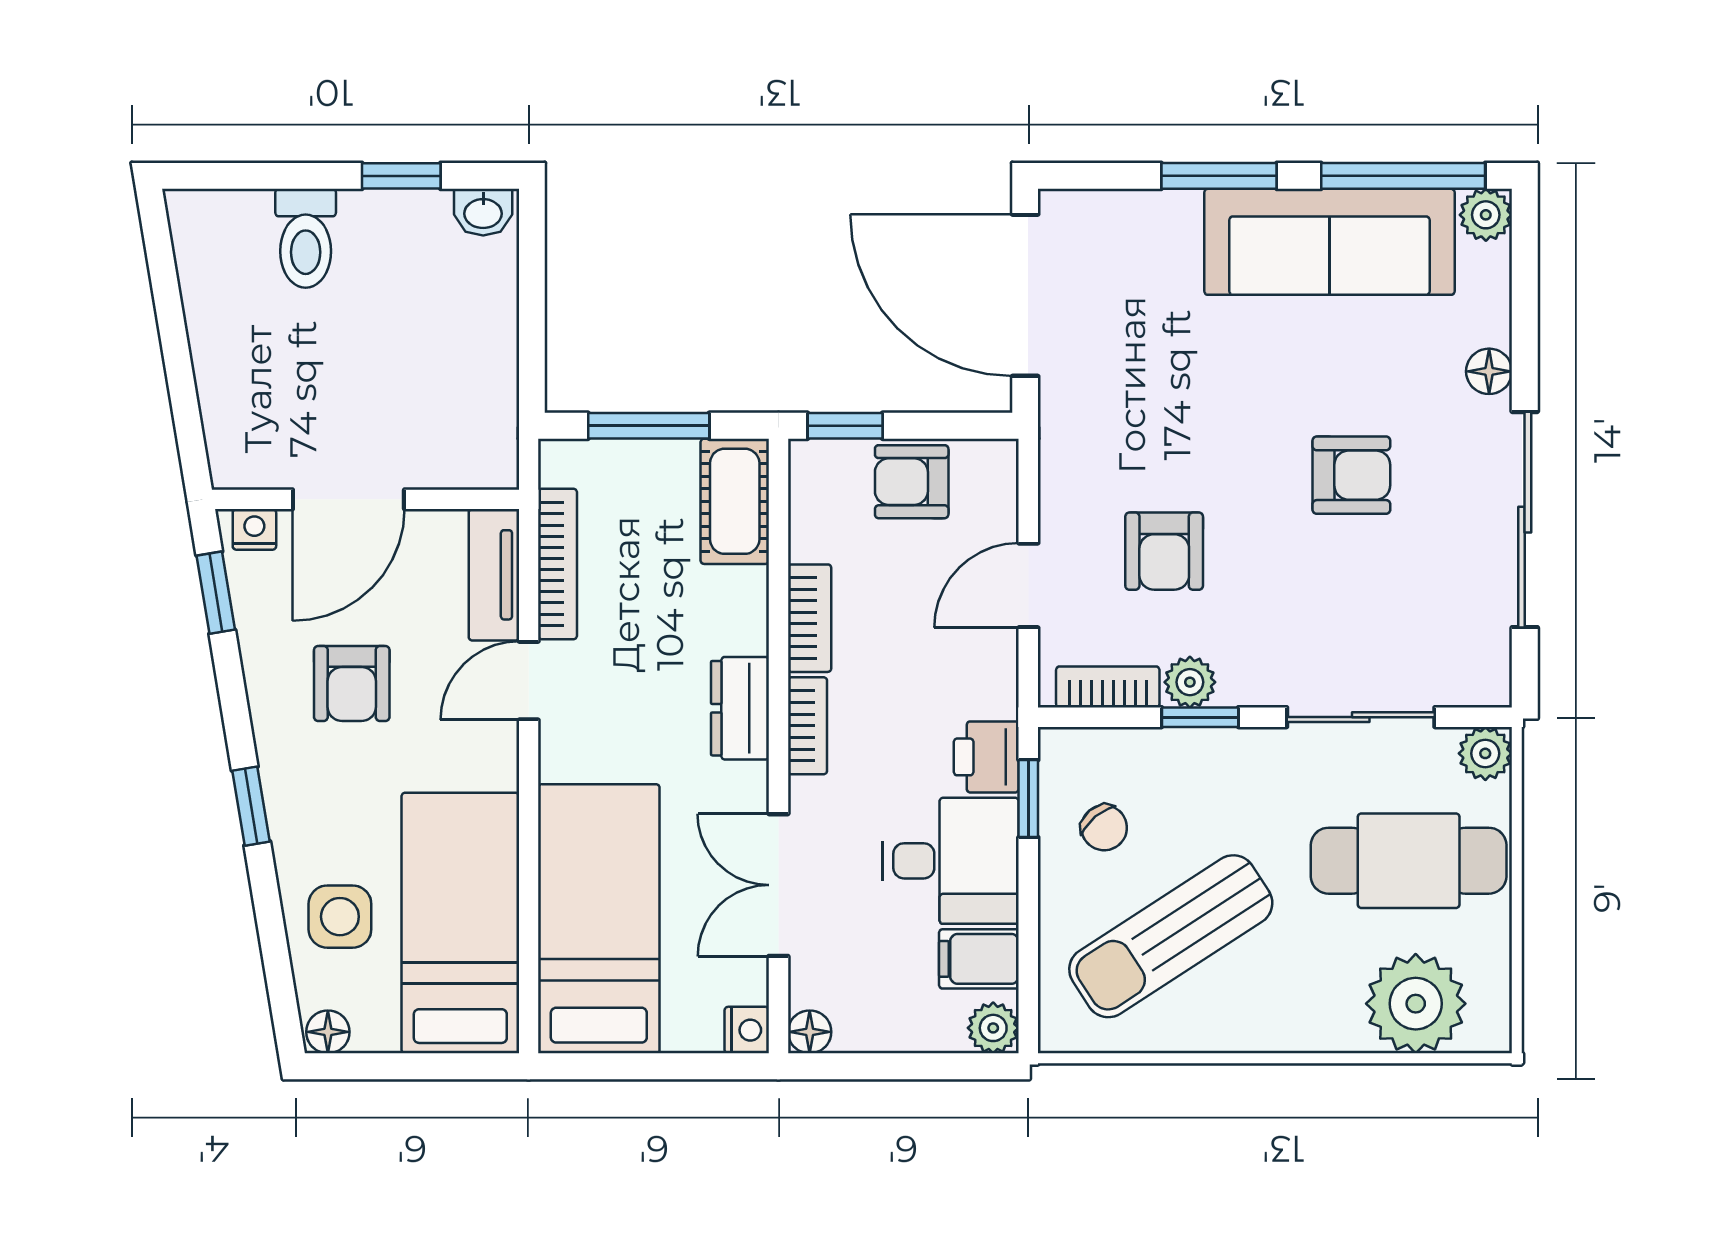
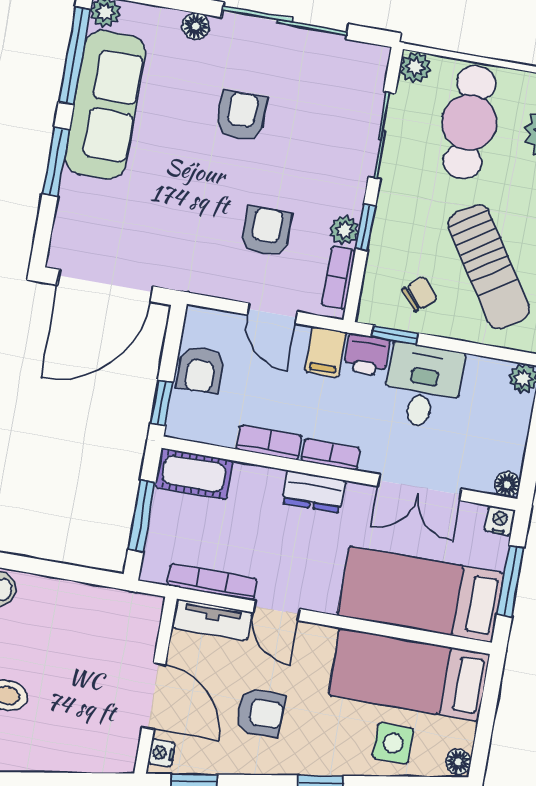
armchair: (1164, 551) -> (266, 231), turned -90
filing cabinet: (979, 959) -> (325, 352), moved
window: (648, 1066) -> (511, 581), added

